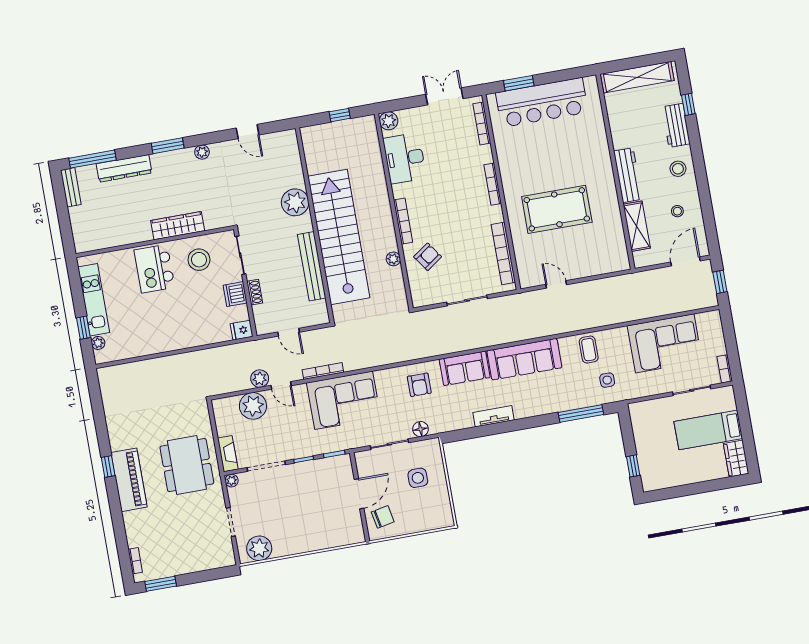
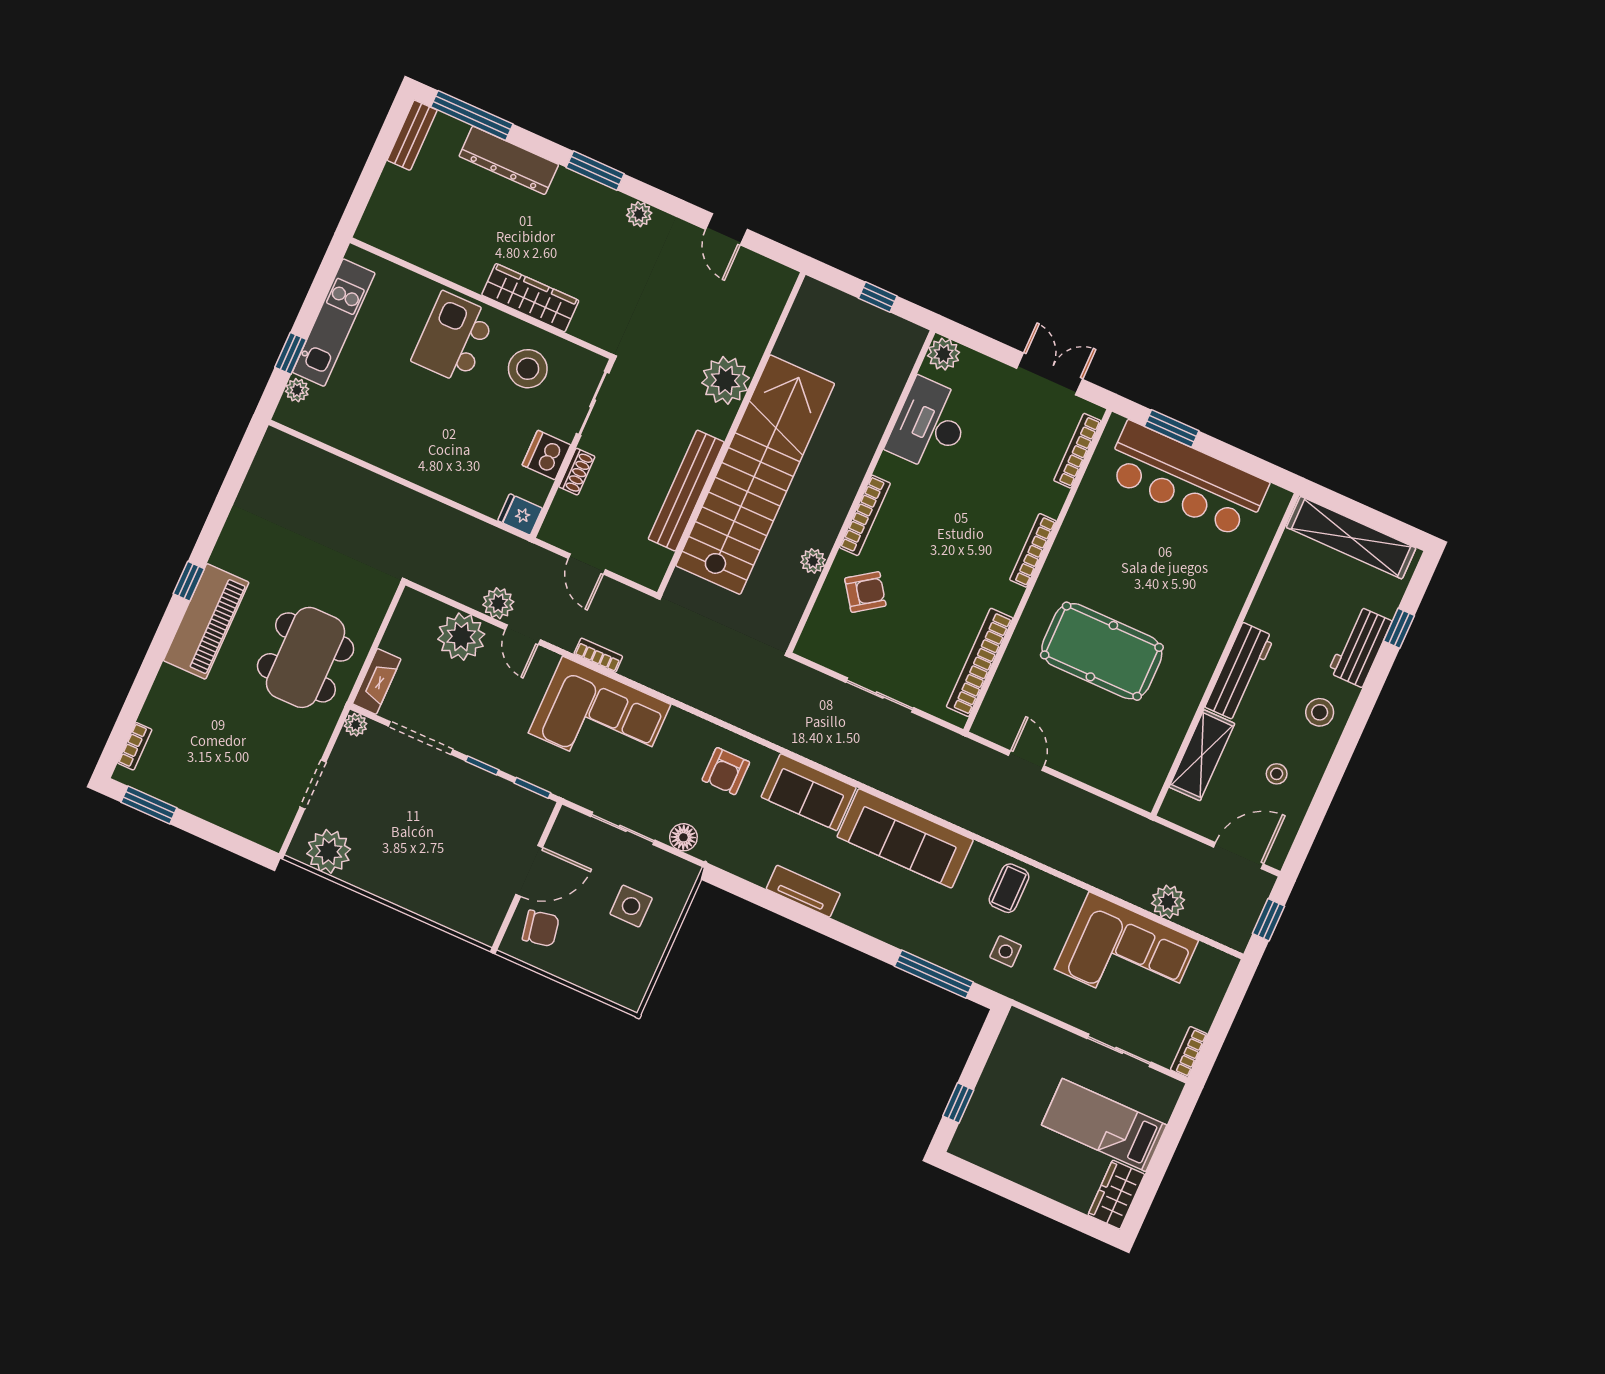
plant: (667, 305) -> (1168, 902), added
bookcase: (323, 371) -> (598, 655), width x0.64

